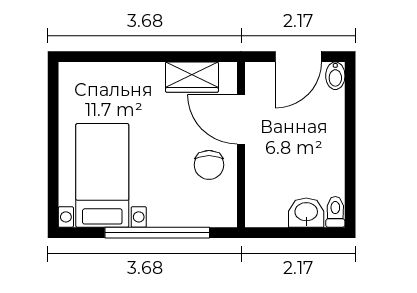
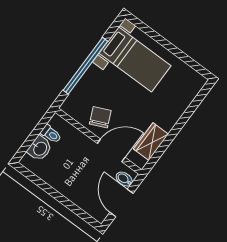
bidet: (335, 76) -> (124, 179), moved
chair: (209, 165) -> (100, 117), turned 66
toilet: (335, 212) -> (51, 134), moved

